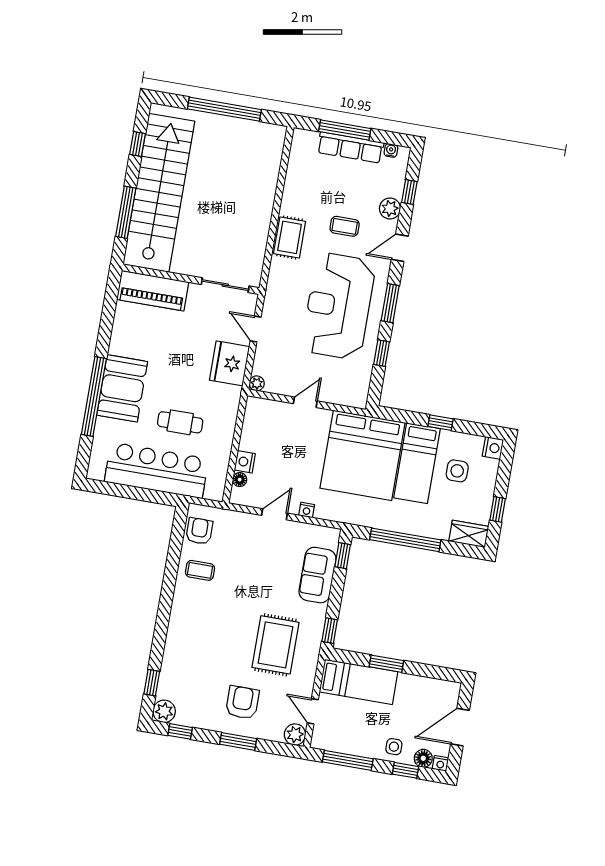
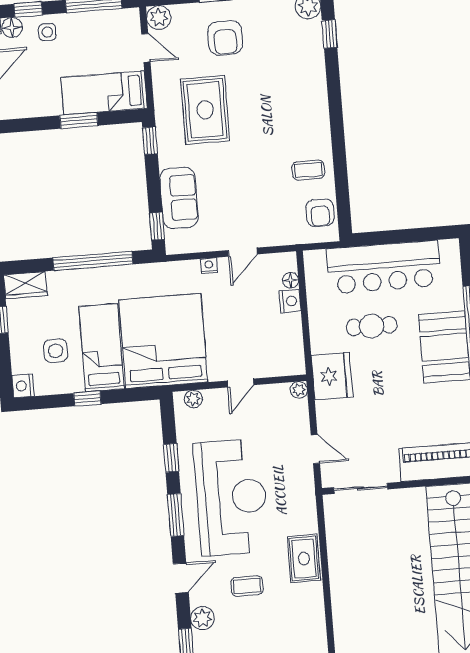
fridge: (229, 363) -> (332, 376), moved
plant: (349, 399) -> (193, 399), added

